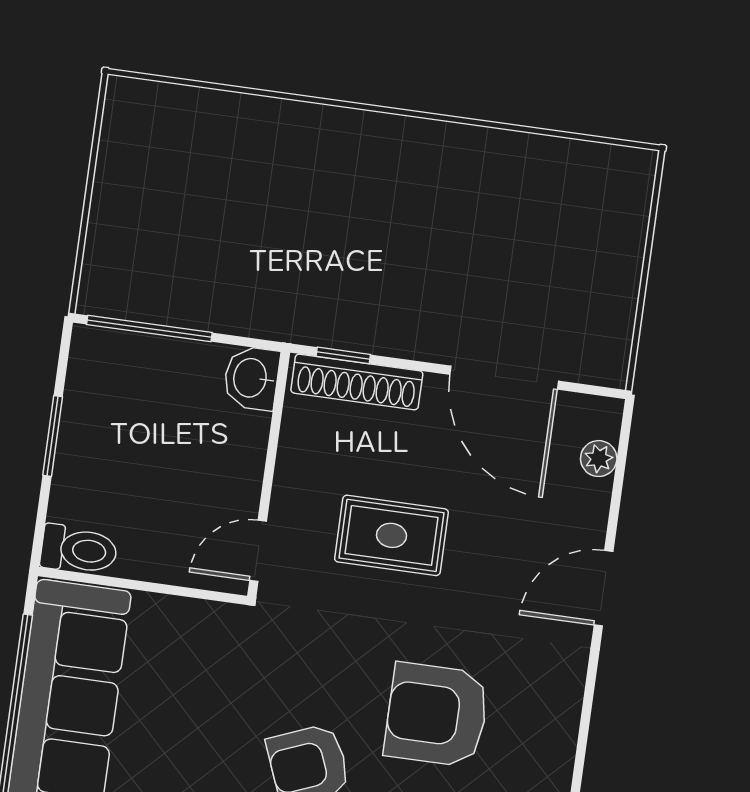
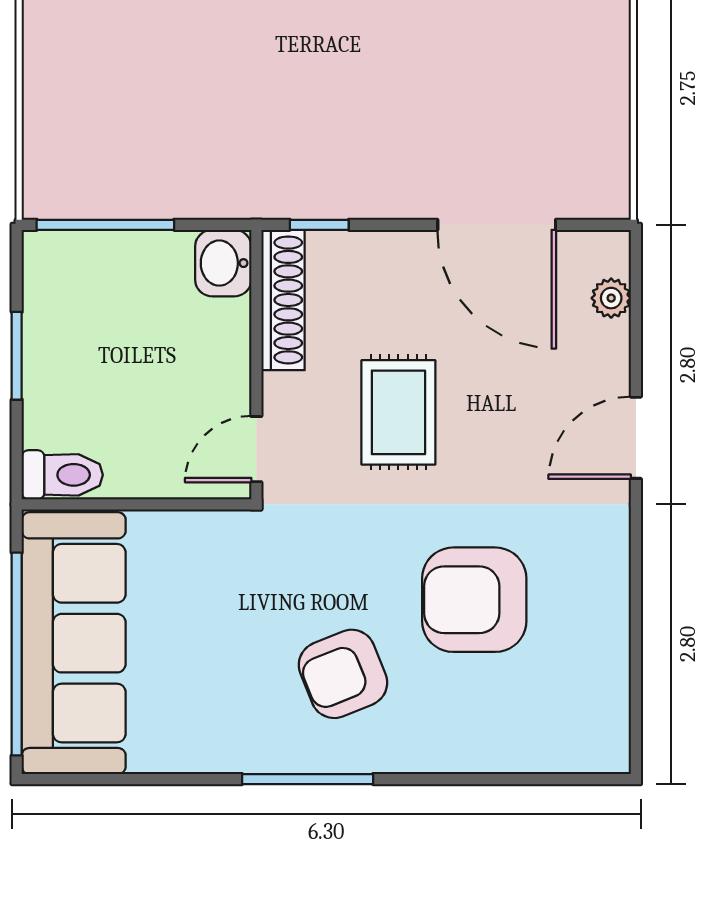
shoe rack: (357, 382) -> (283, 300), moved, turned -90
rug: (391, 535) -> (398, 412), turned 90

